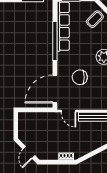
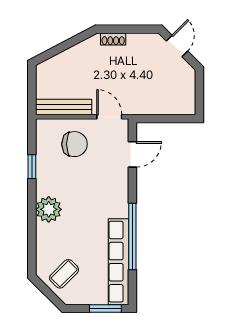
chair: (80, 77) -> (75, 144), moved
door: (55, 89) -> (132, 154), width x0.53

